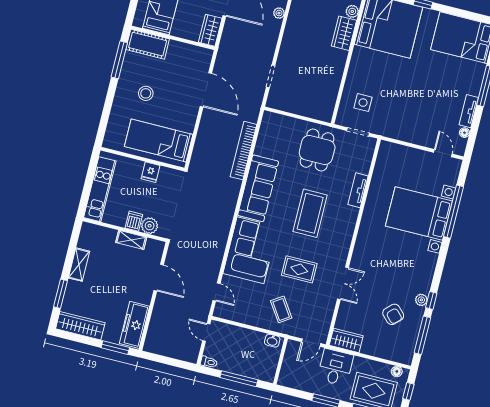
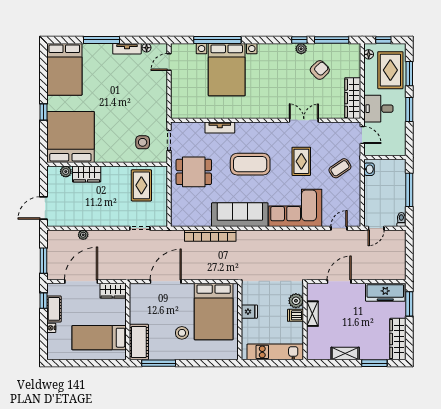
rug: (317, 90) -> (141, 185), added
bed: (159, 140) -> (214, 311), width x1.50
wardrobe: (346, 340) -> (353, 98), width x1.50

